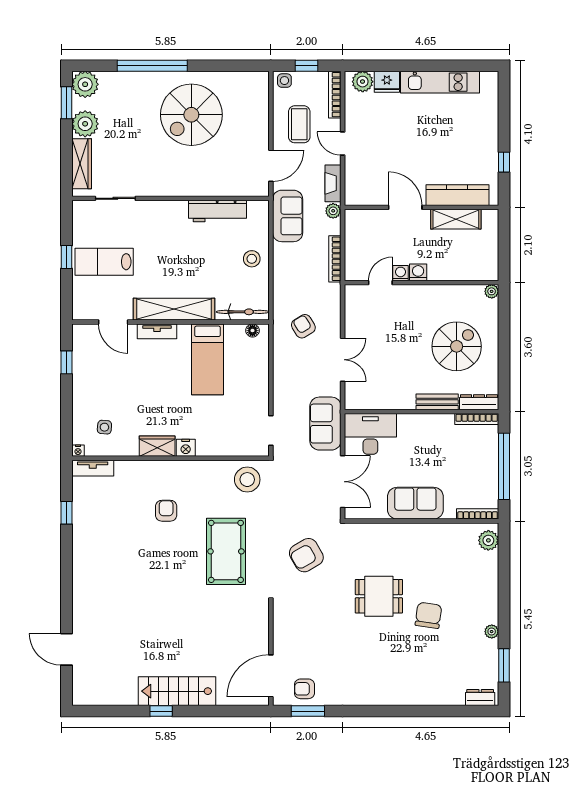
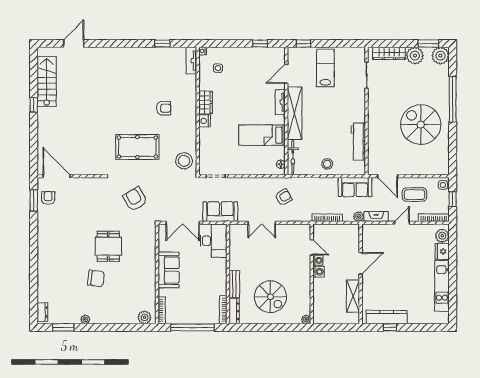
kitchen counter: (457, 195) -> (387, 317), moved, turned -90
window: (66, 257) -> (304, 44), moved
stairs: (177, 691) -> (47, 81), moved

